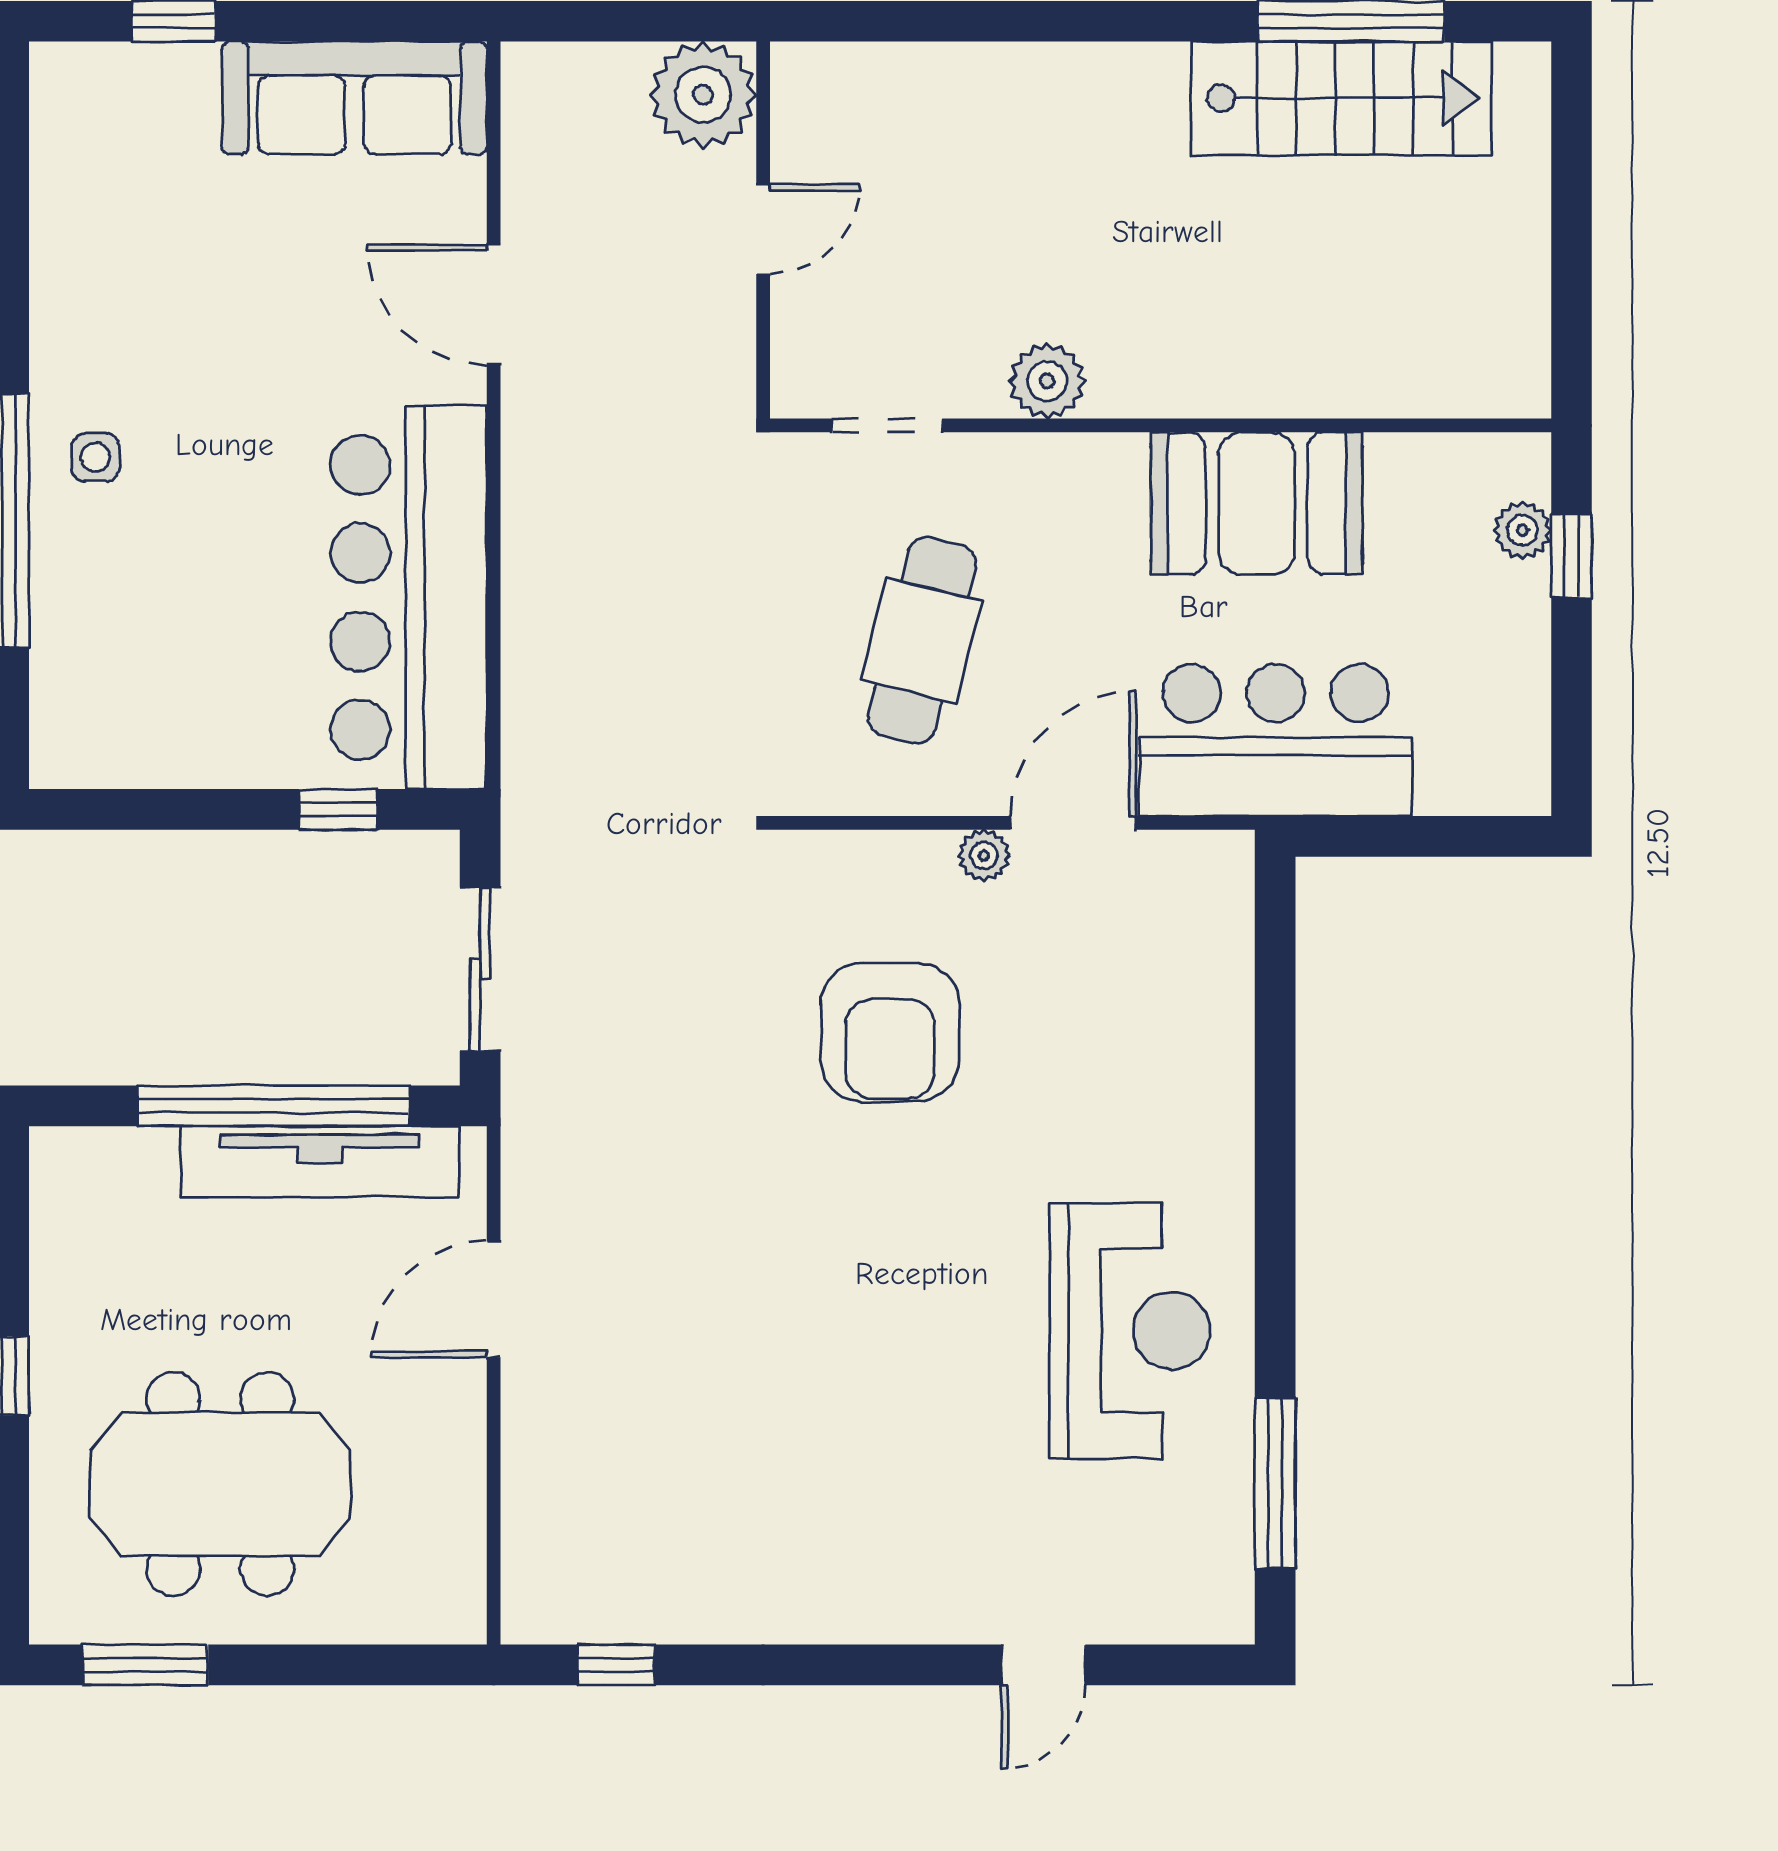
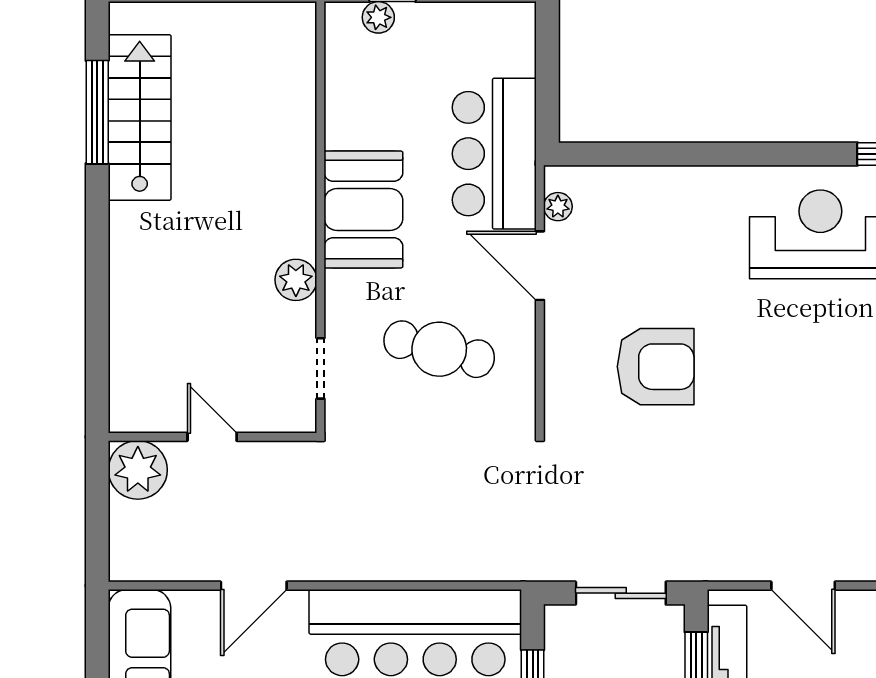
booth: (1257, 503) -> (363, 210), moved
plant: (984, 855) -> (558, 207), moved

